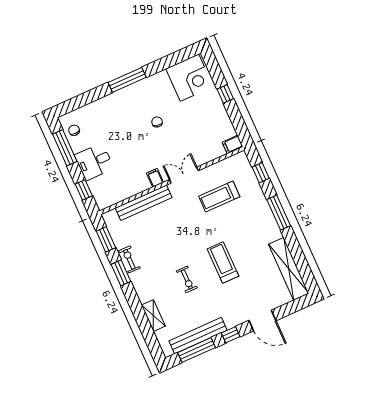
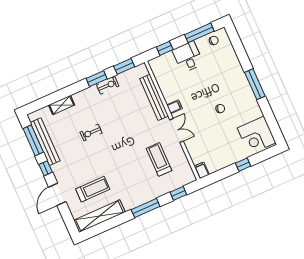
treadmill: (223, 263) -> (93, 189), moved

